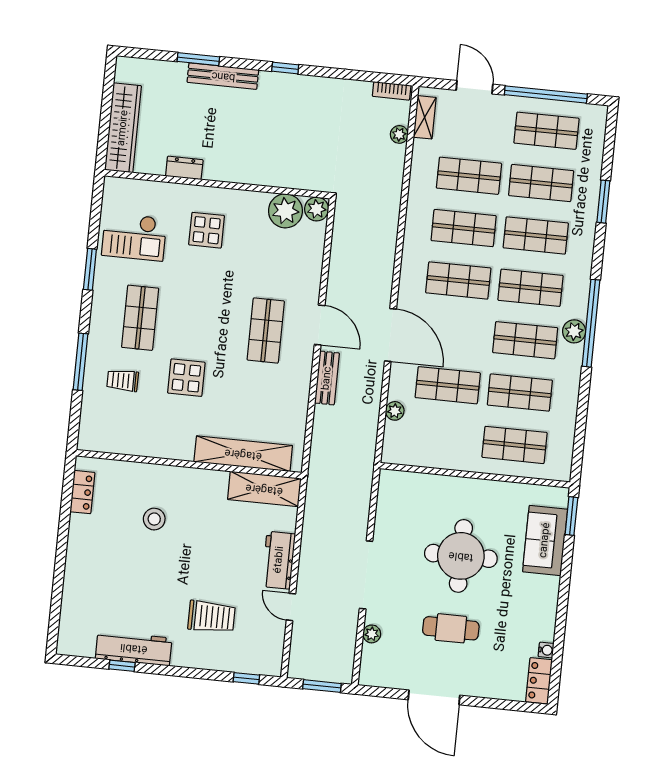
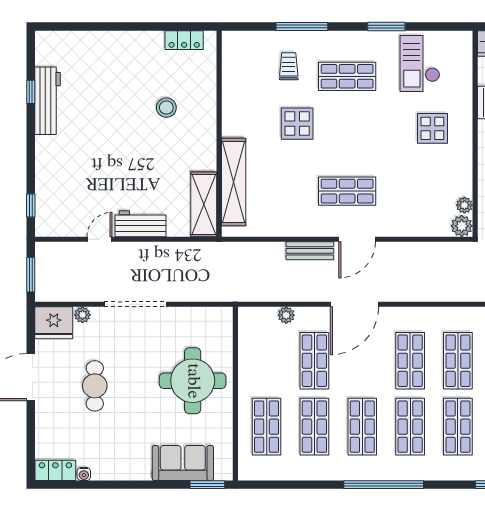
plant: (285, 211) -> (464, 205), width x0.53, depth x0.53
plant: (574, 331) -> (375, 470), removed
round table: (461, 556) -> (193, 381), moved
trolley: (212, 617) -> (83, 168), removed
fridge: (377, 666) -> (54, 323), added

